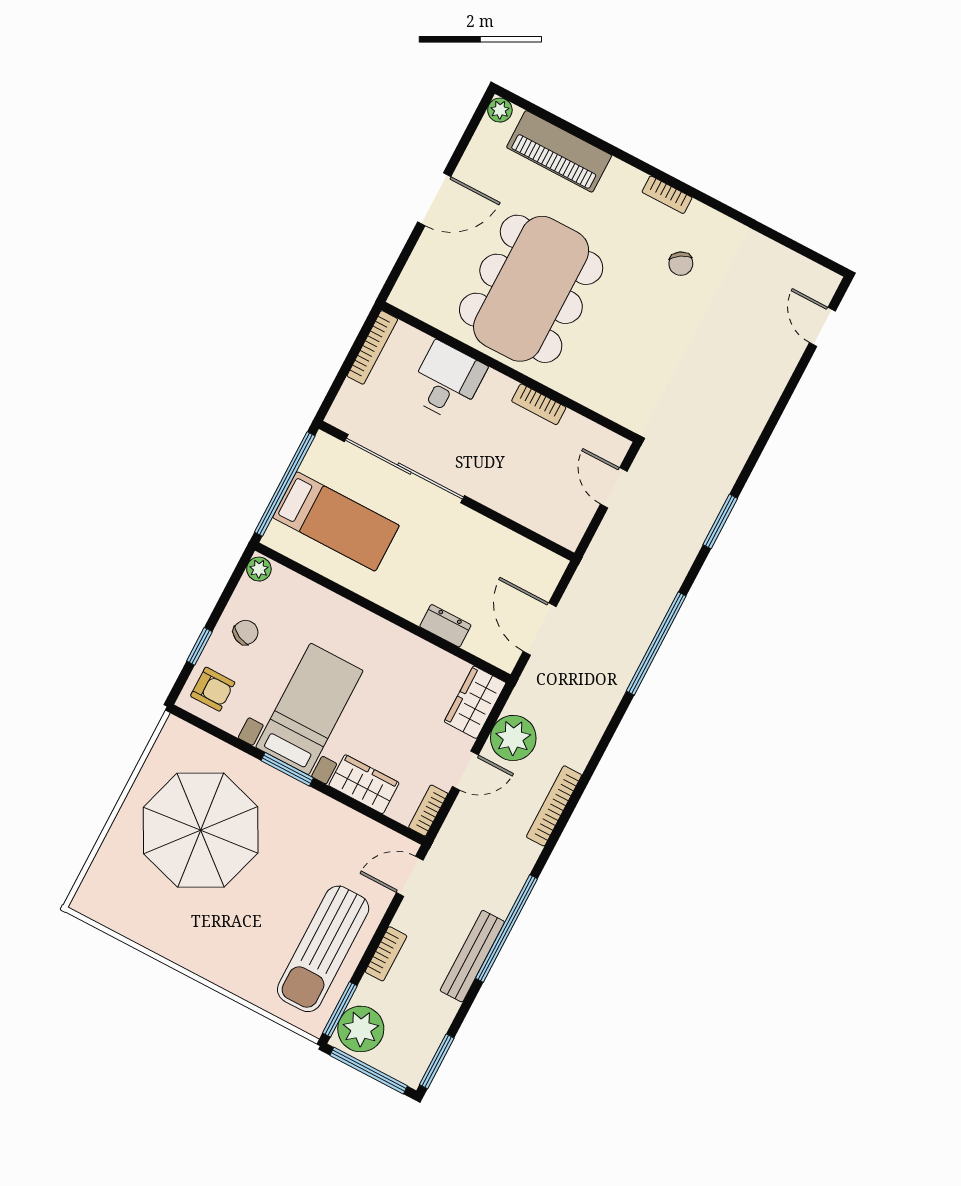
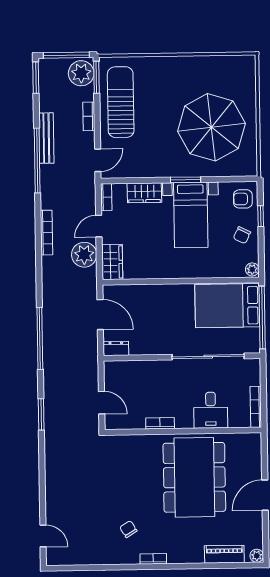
piano: (559, 151) -> (224, 554), width x0.73, depth x0.75
bed: (336, 521) -> (227, 306), width x1.50
dresser: (445, 626) -> (116, 348), moved, turned 180

